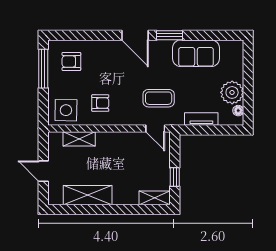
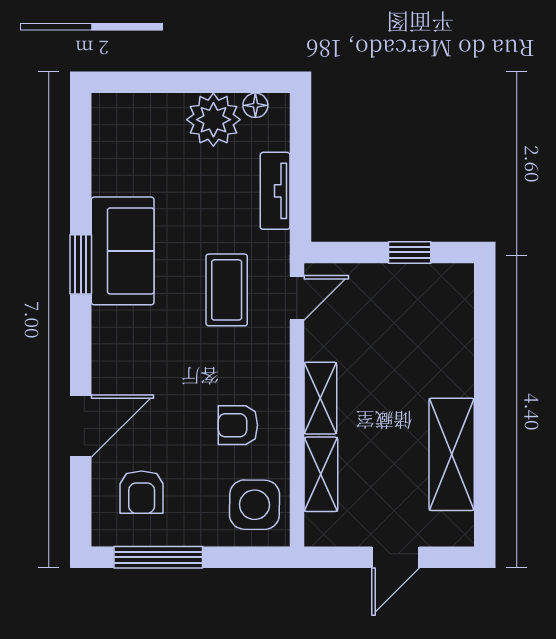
door: (135, 35) -> (81, 426), moved
sofa: (196, 53) -> (123, 251), moved
armchair: (100, 103) -> (238, 425), turned -90
shelving: (155, 198) -> (320, 398), moved

